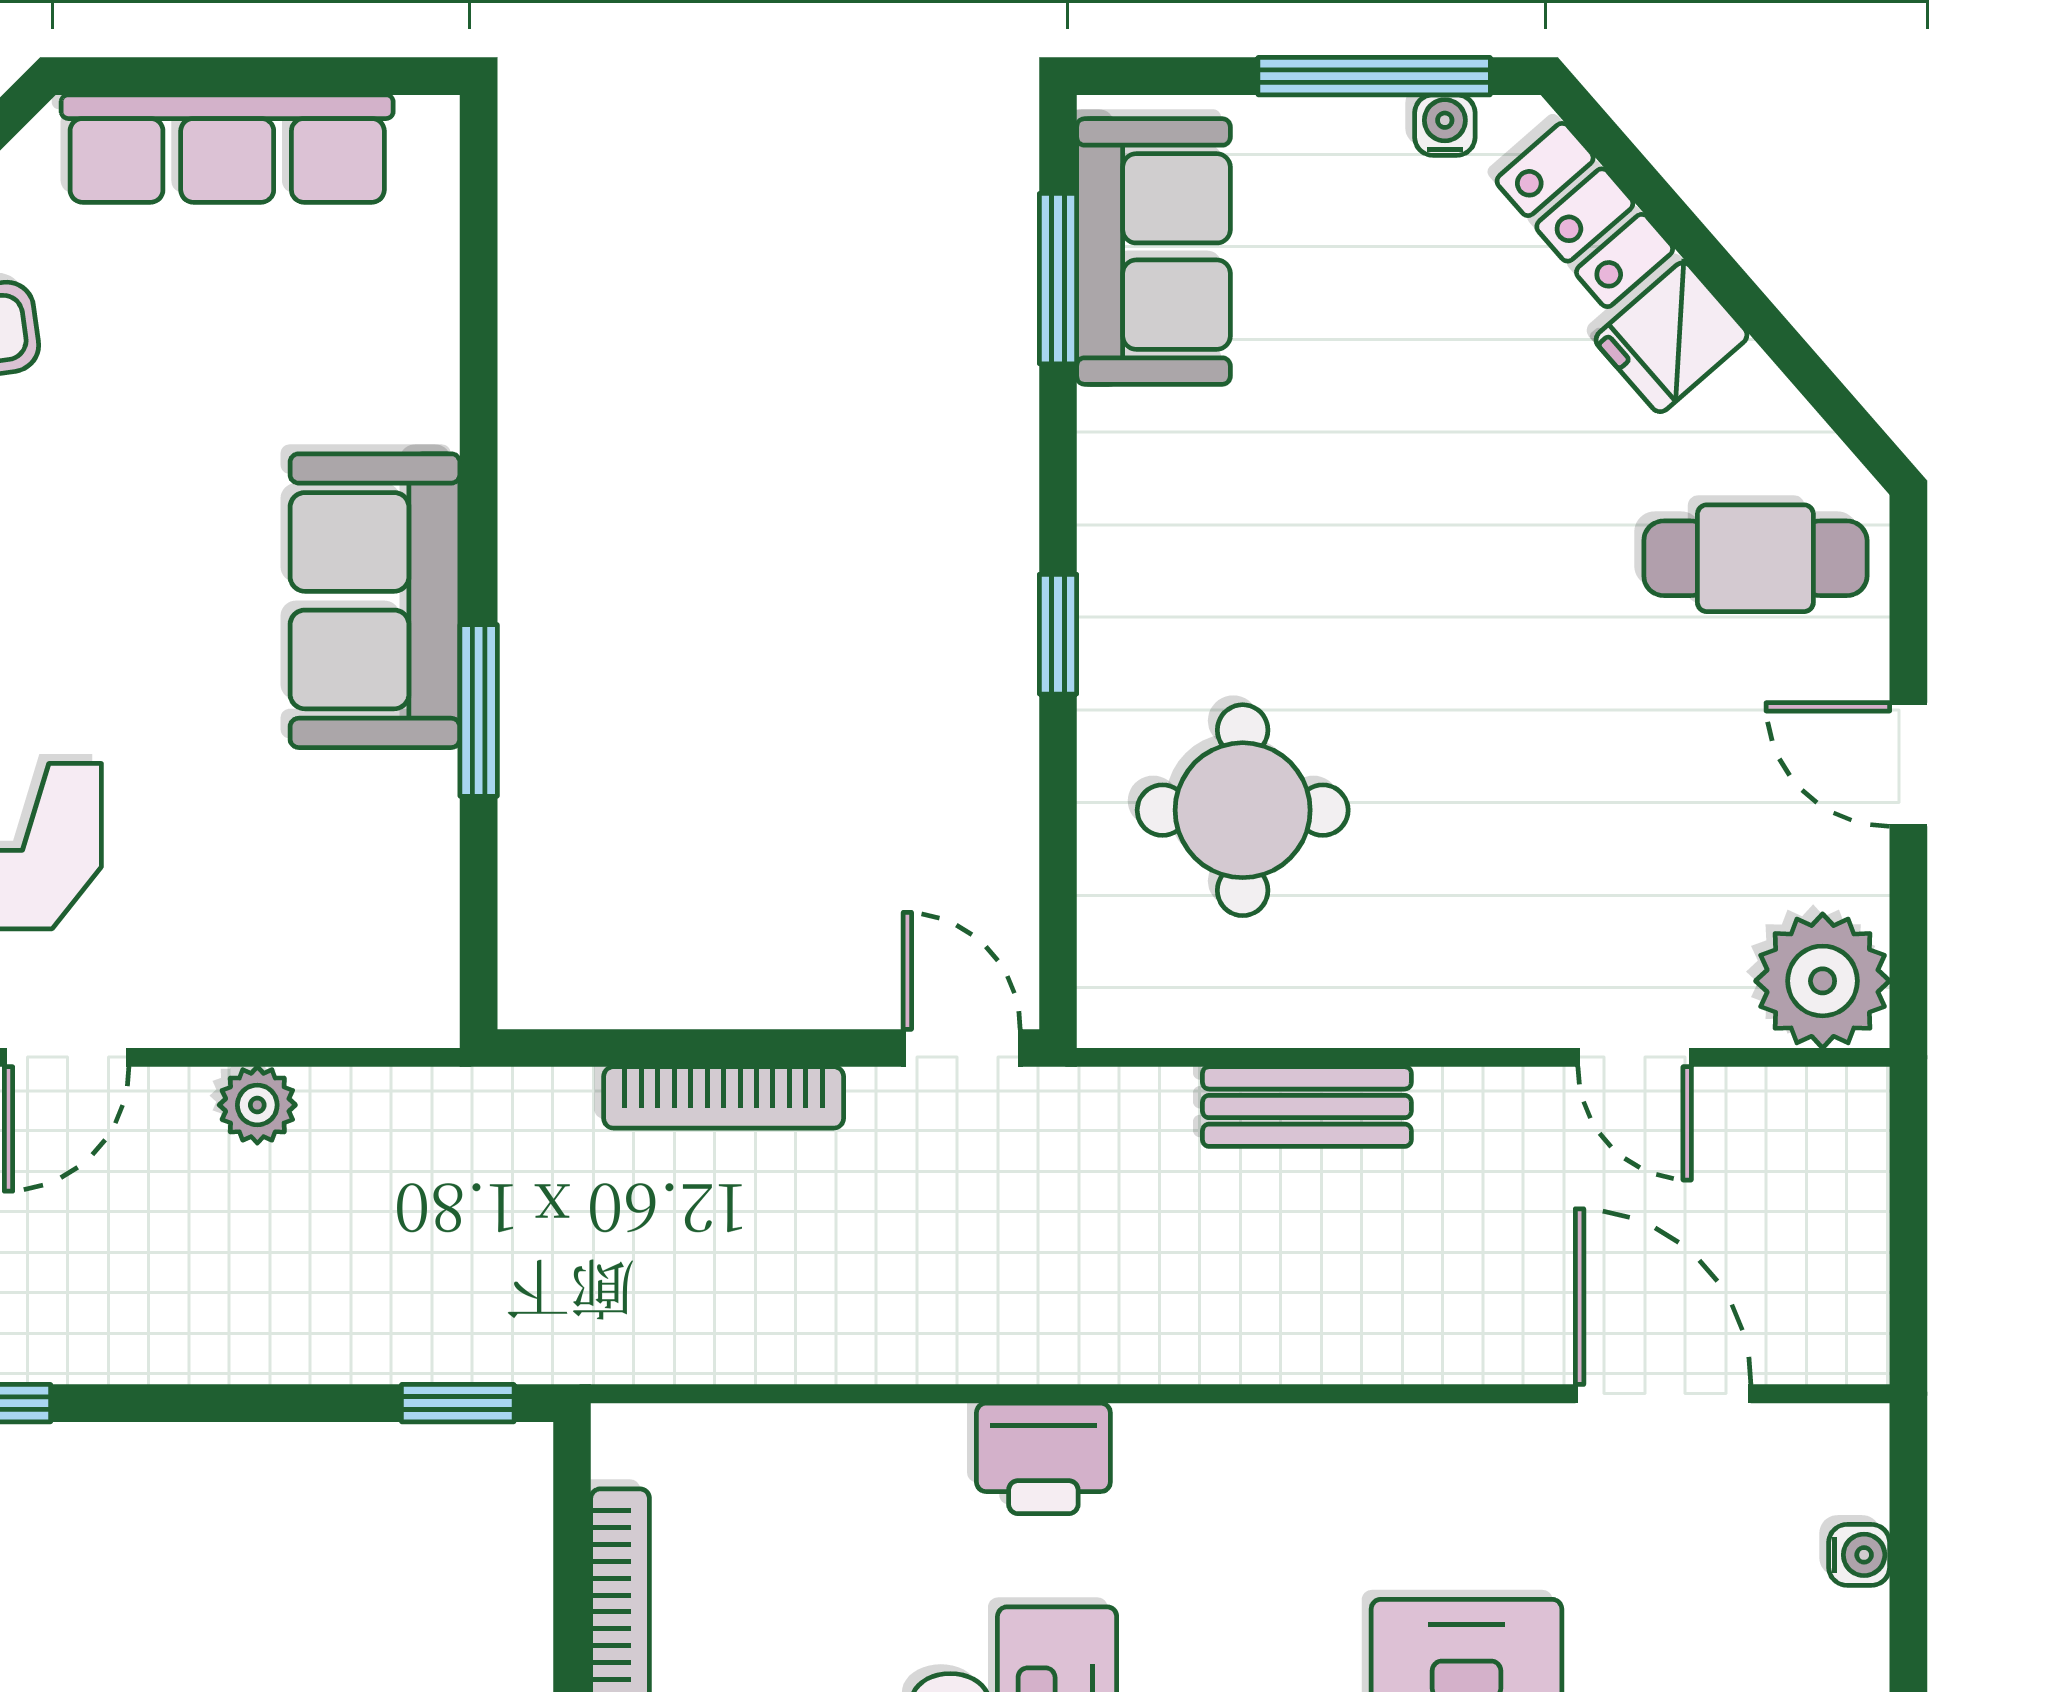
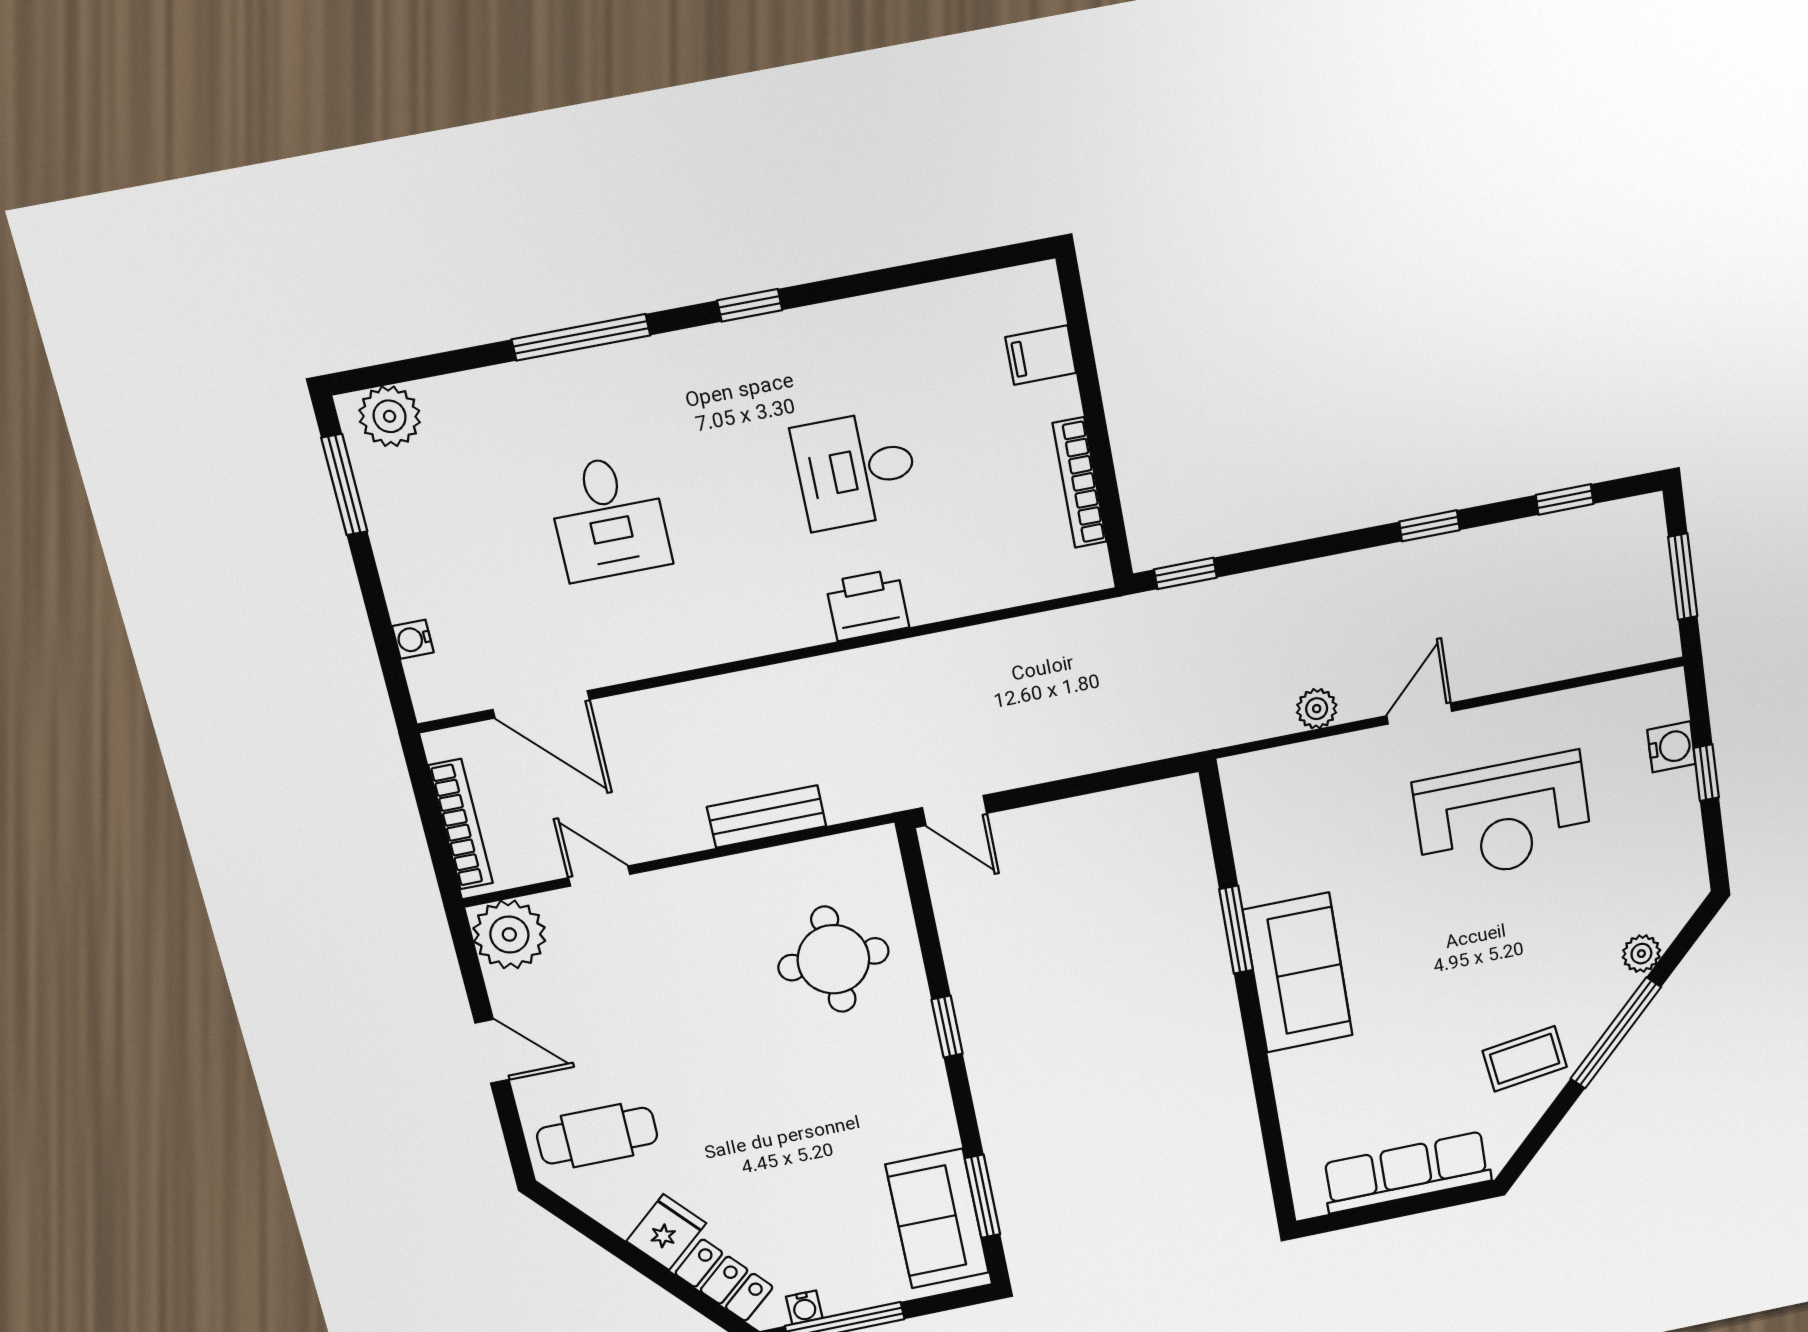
bookcase: (724, 1097) -> (461, 824), moved, turned 90

